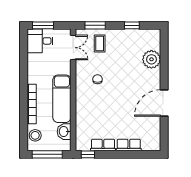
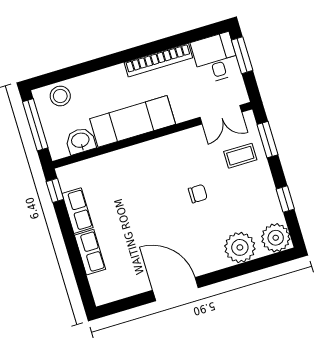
plant: (152, 37) -> (276, 238), added
chair: (98, 79) -> (198, 194), moved
bookcase: (32, 104) -> (158, 60), moved

